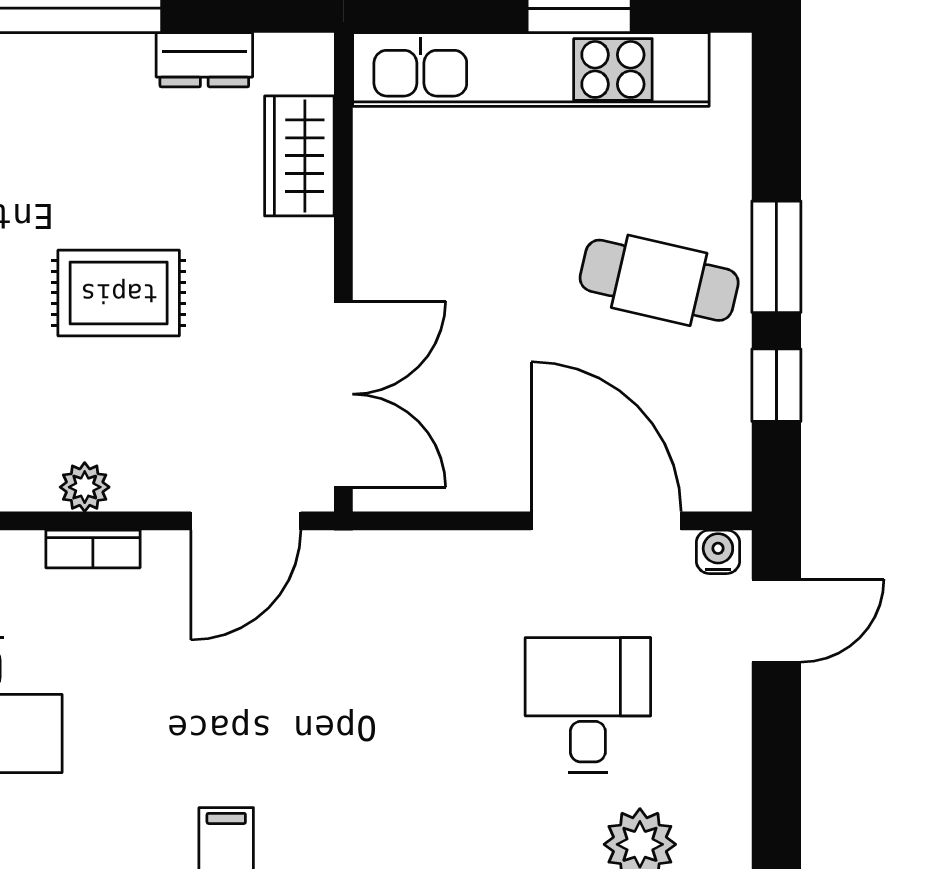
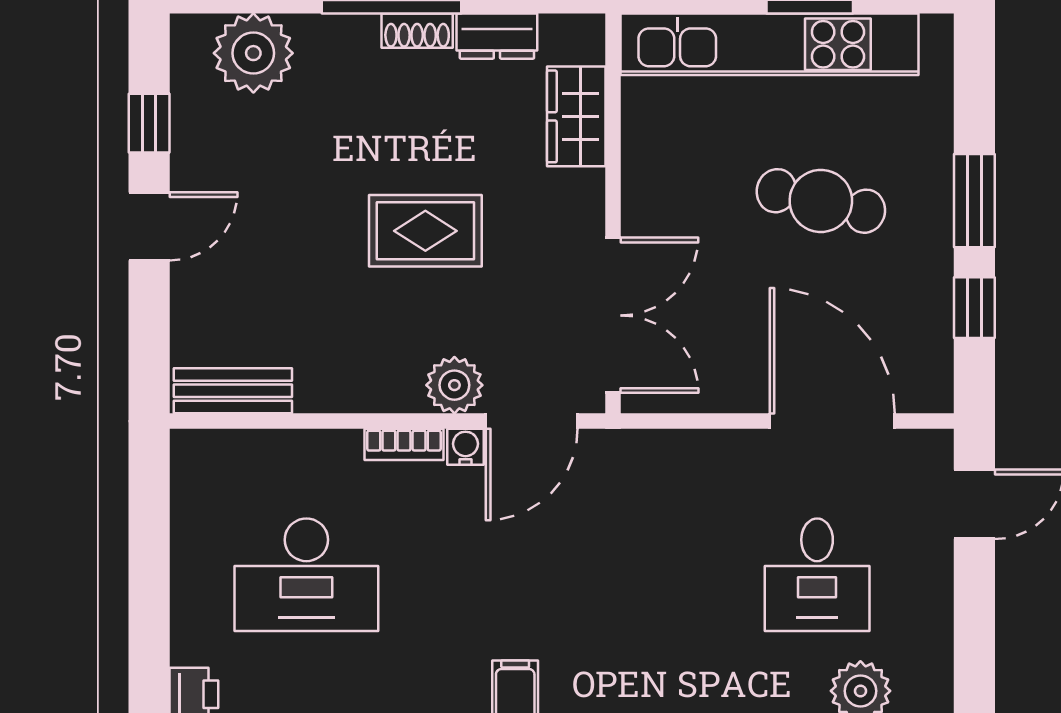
shoe rack: (109, 53) -> (417, 31), added
cafe table: (659, 280) -> (821, 201), moved
plant: (85, 487) -> (454, 385), moved, width x1.38, depth x1.38
water cooler: (718, 552) -> (466, 447), moved
desk: (588, 705) -> (817, 575), turned 180

